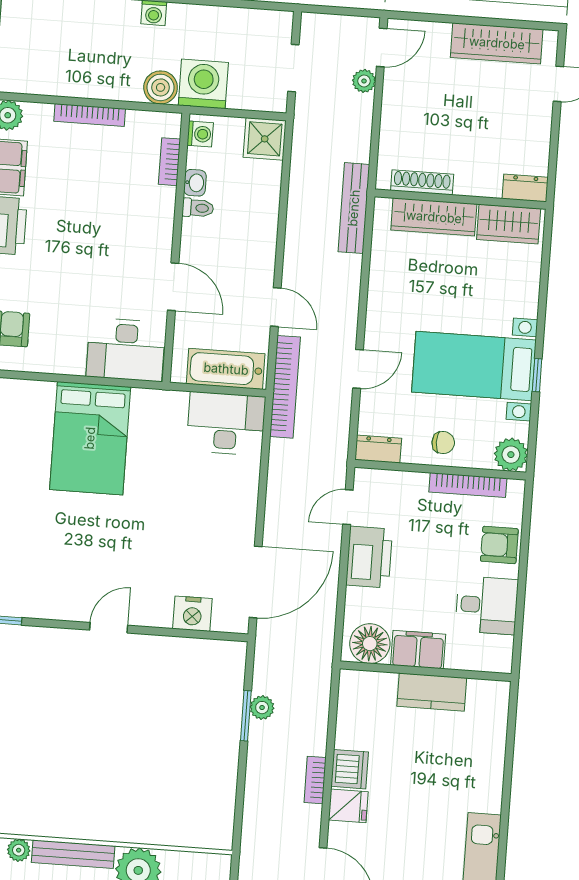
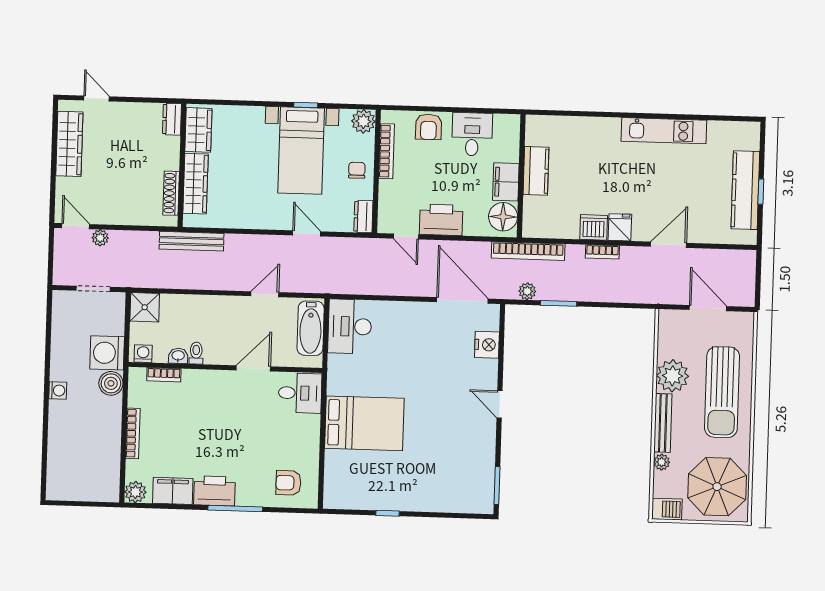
desk: (126, 350) -> (300, 393), width x0.73
bookcase: (285, 387) -> (528, 251), moved, turned 180
plant: (262, 708) -> (527, 291), moved

